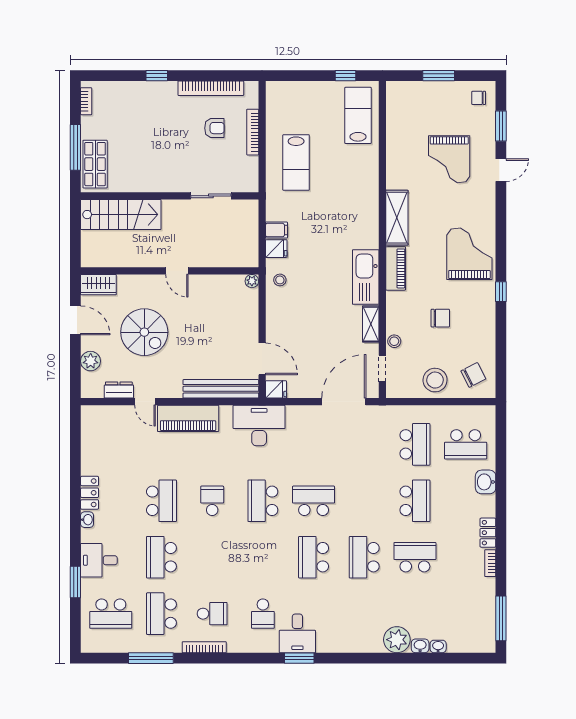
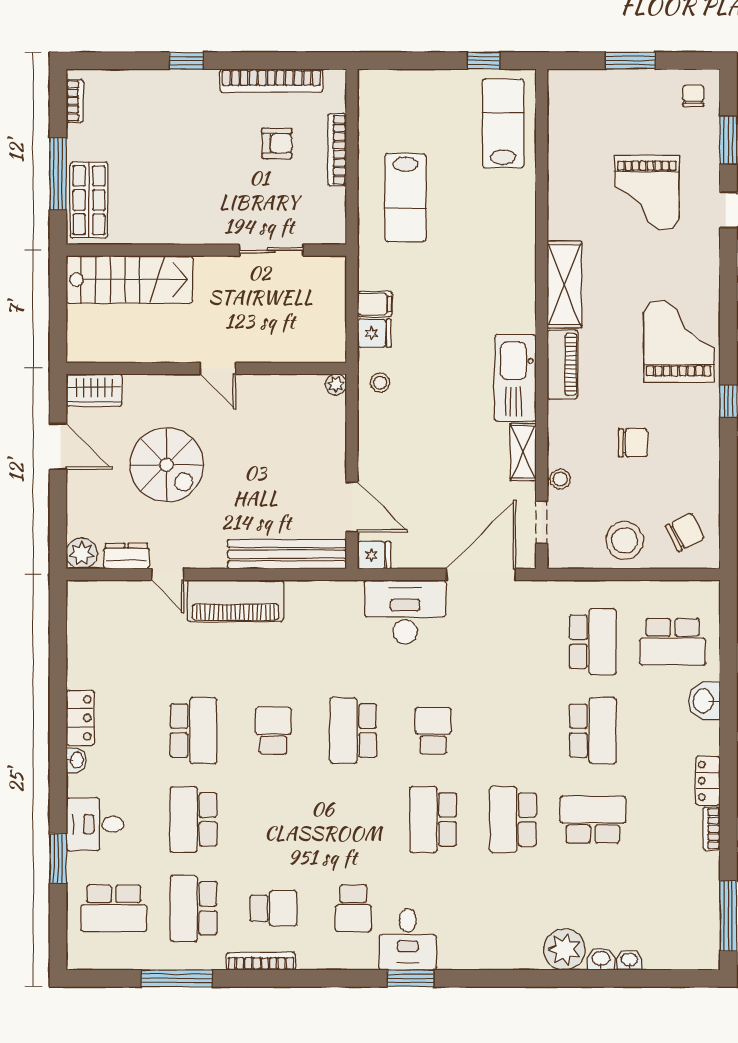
chair: (479, 98) -> (693, 96), turned 90
plant: (91, 361) -> (82, 553), moved
desk: (259, 425) -> (405, 612), moved
school desk: (314, 501) -> (433, 731), width x0.54

